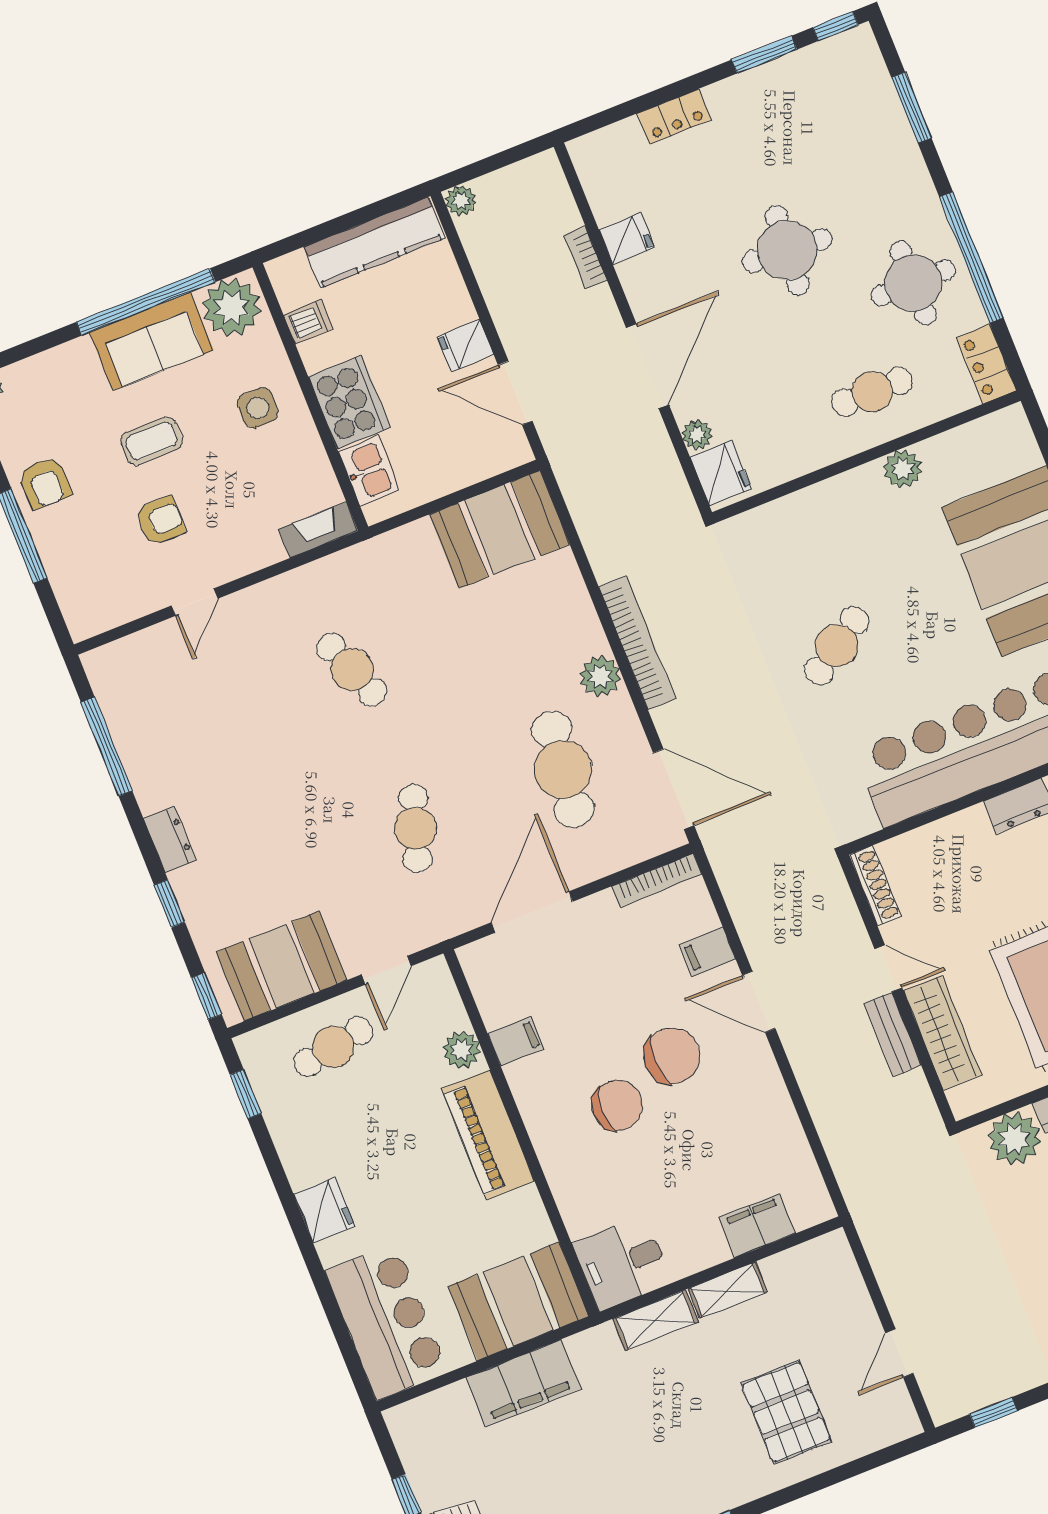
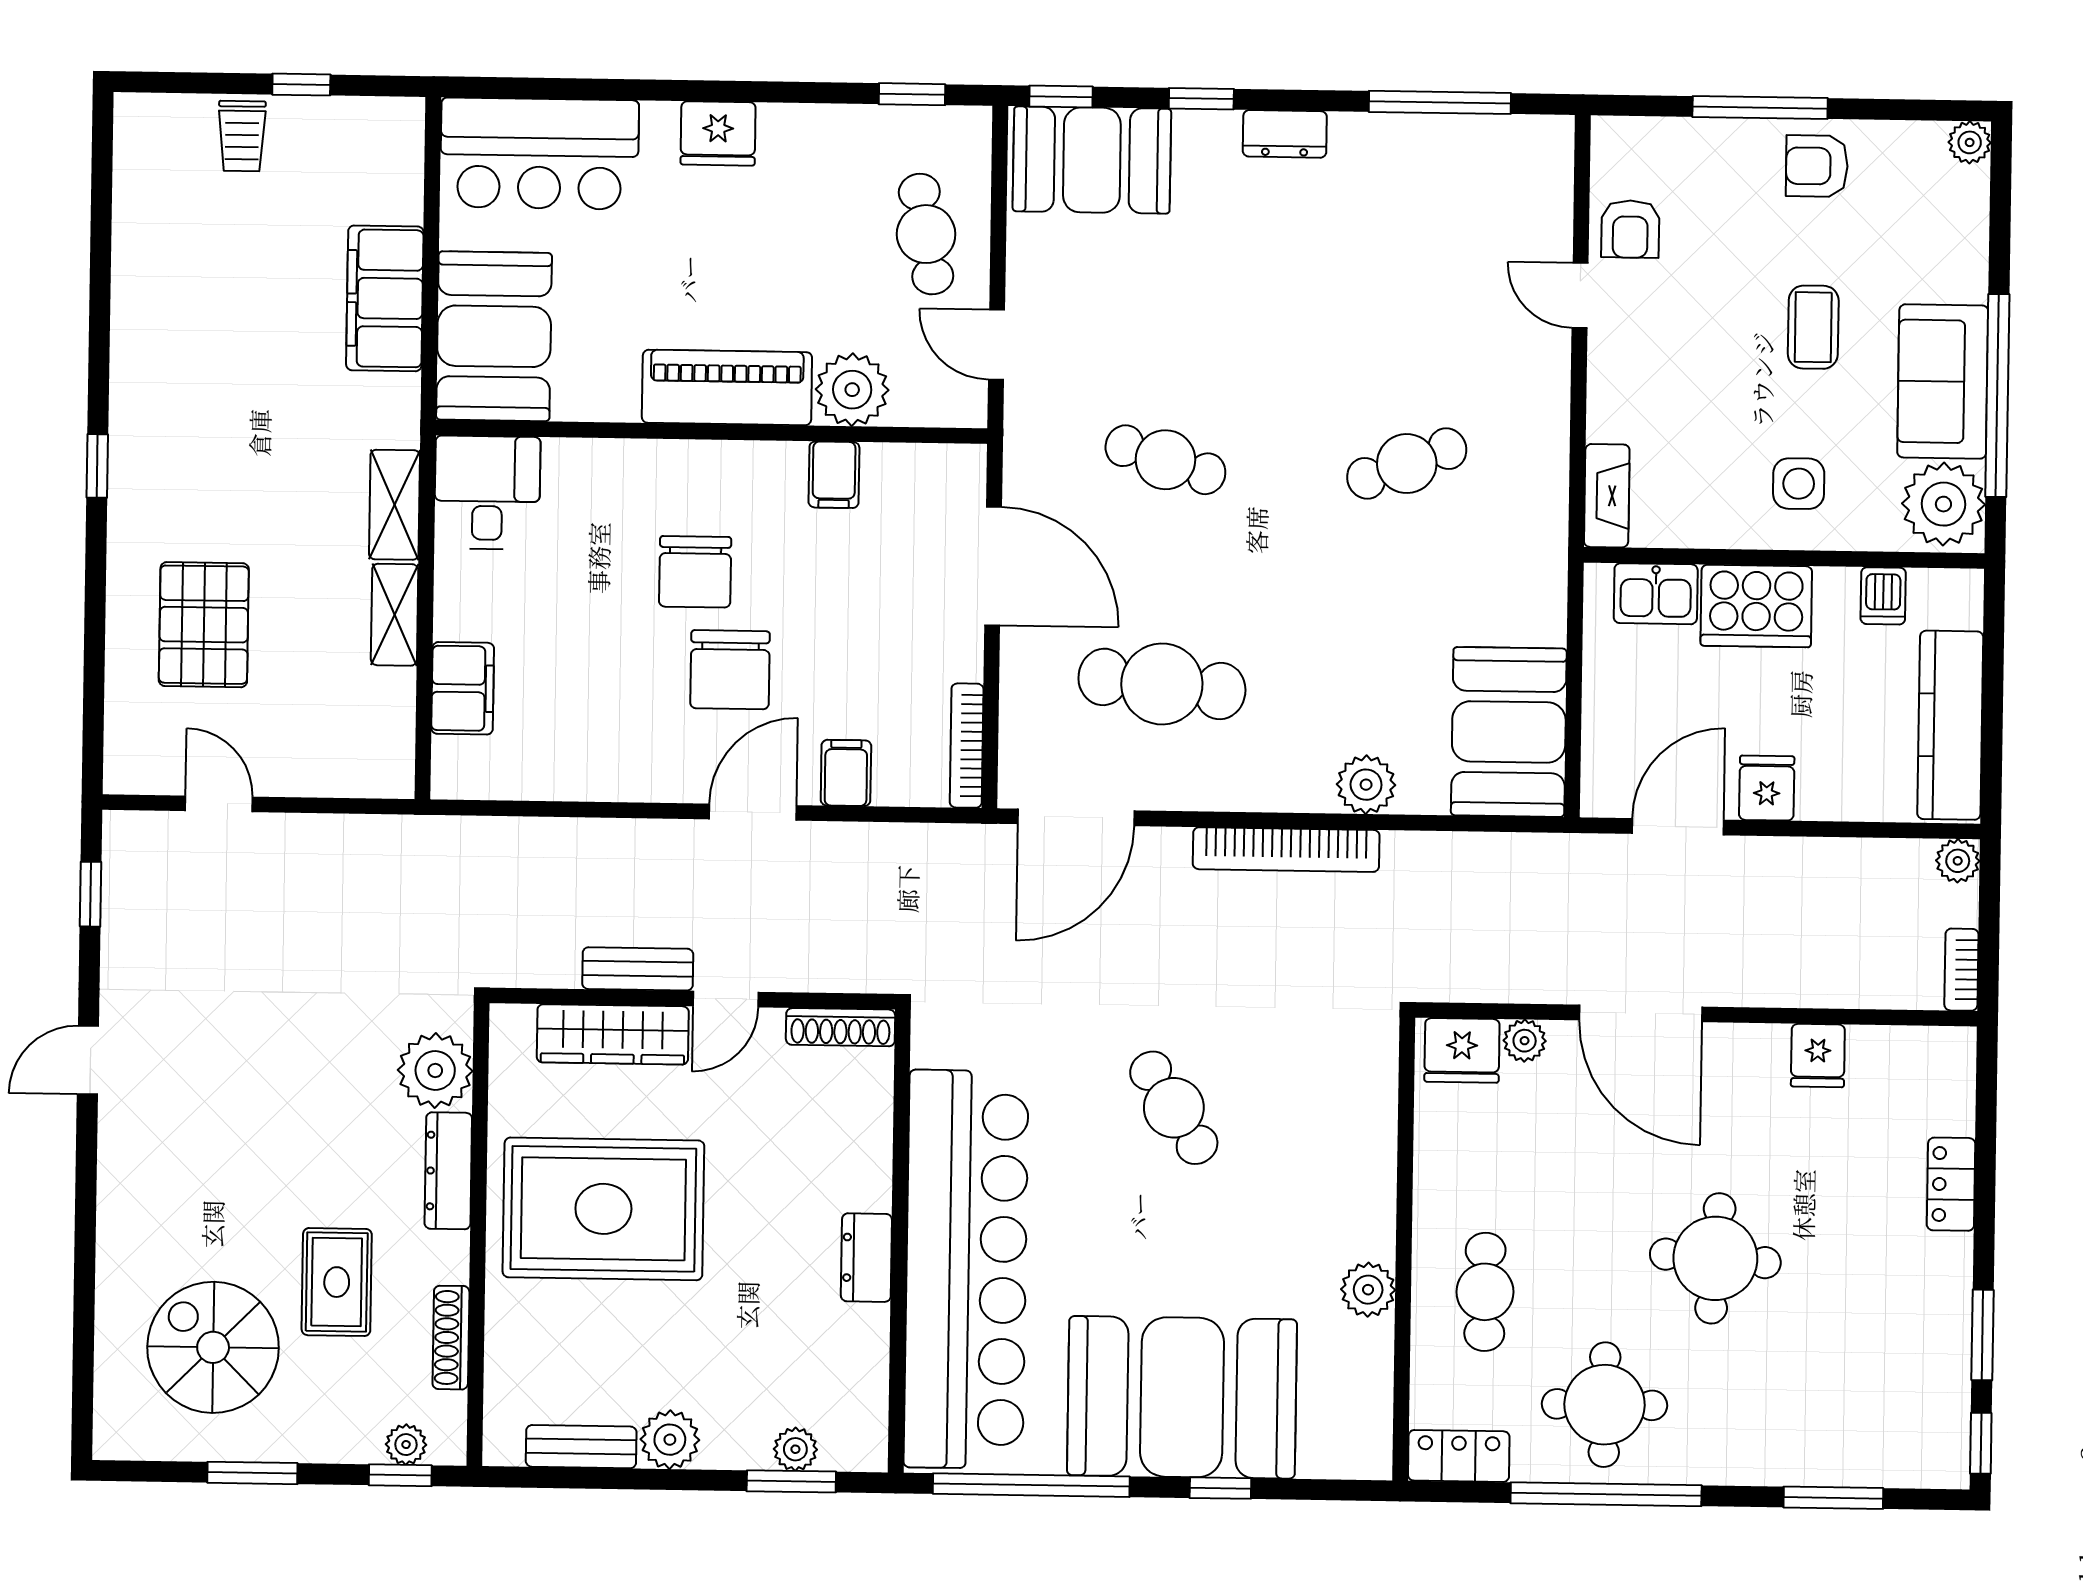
bookcase: (586, 257) -> (1961, 970), moved, turned -90
armchair: (160, 521) -> (1630, 229), moved
plant: (600, 676) -> (1366, 785), moved
booth: (282, 966) -> (1092, 160), moved, turned 90
plant: (462, 1050) -> (852, 390), width x1.36, depth x1.36
pallet: (786, 1412) -> (204, 625), turned 90

